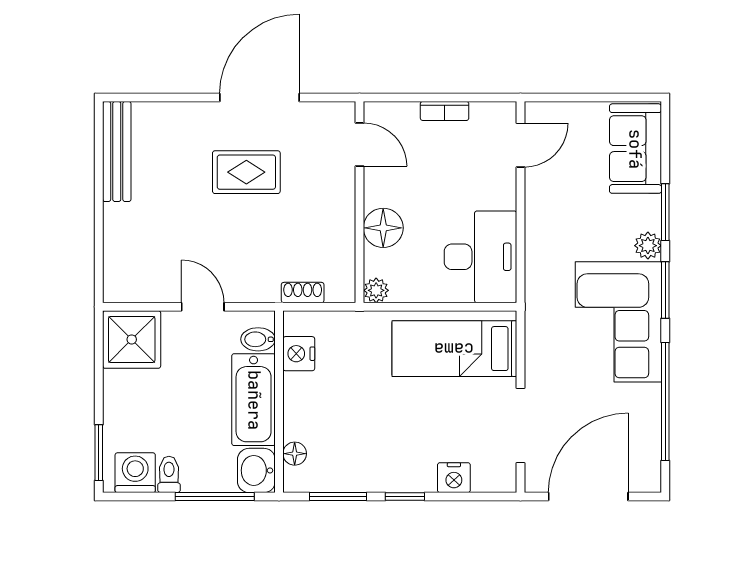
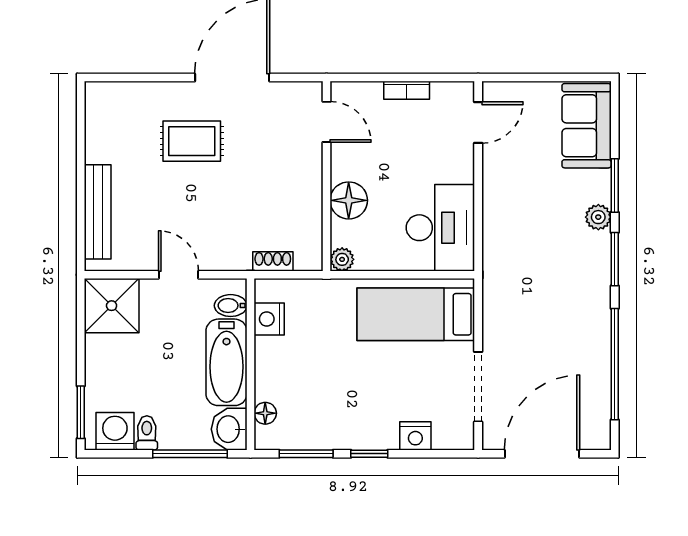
bench: (117, 152) -> (98, 212), moved
rug: (246, 172) -> (192, 141), moved
corner sofa: (618, 322) -> (571, 289), removed

